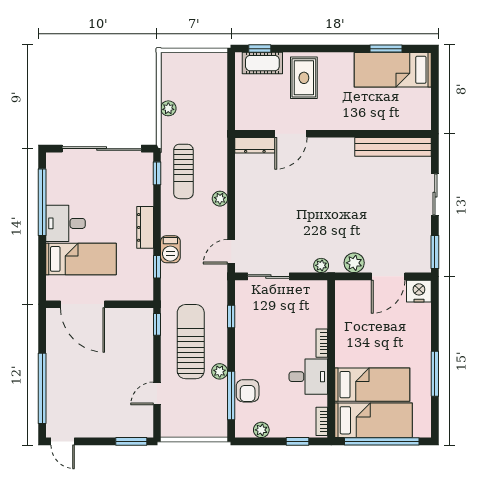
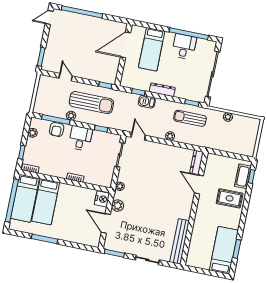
desk: (65, 223) -> (184, 47), moved
nightstand: (419, 291) -> (102, 199), moved
desk: (308, 377) -> (80, 138), moved, turned 180
armchair: (248, 391) -> (57, 129), turned -90

